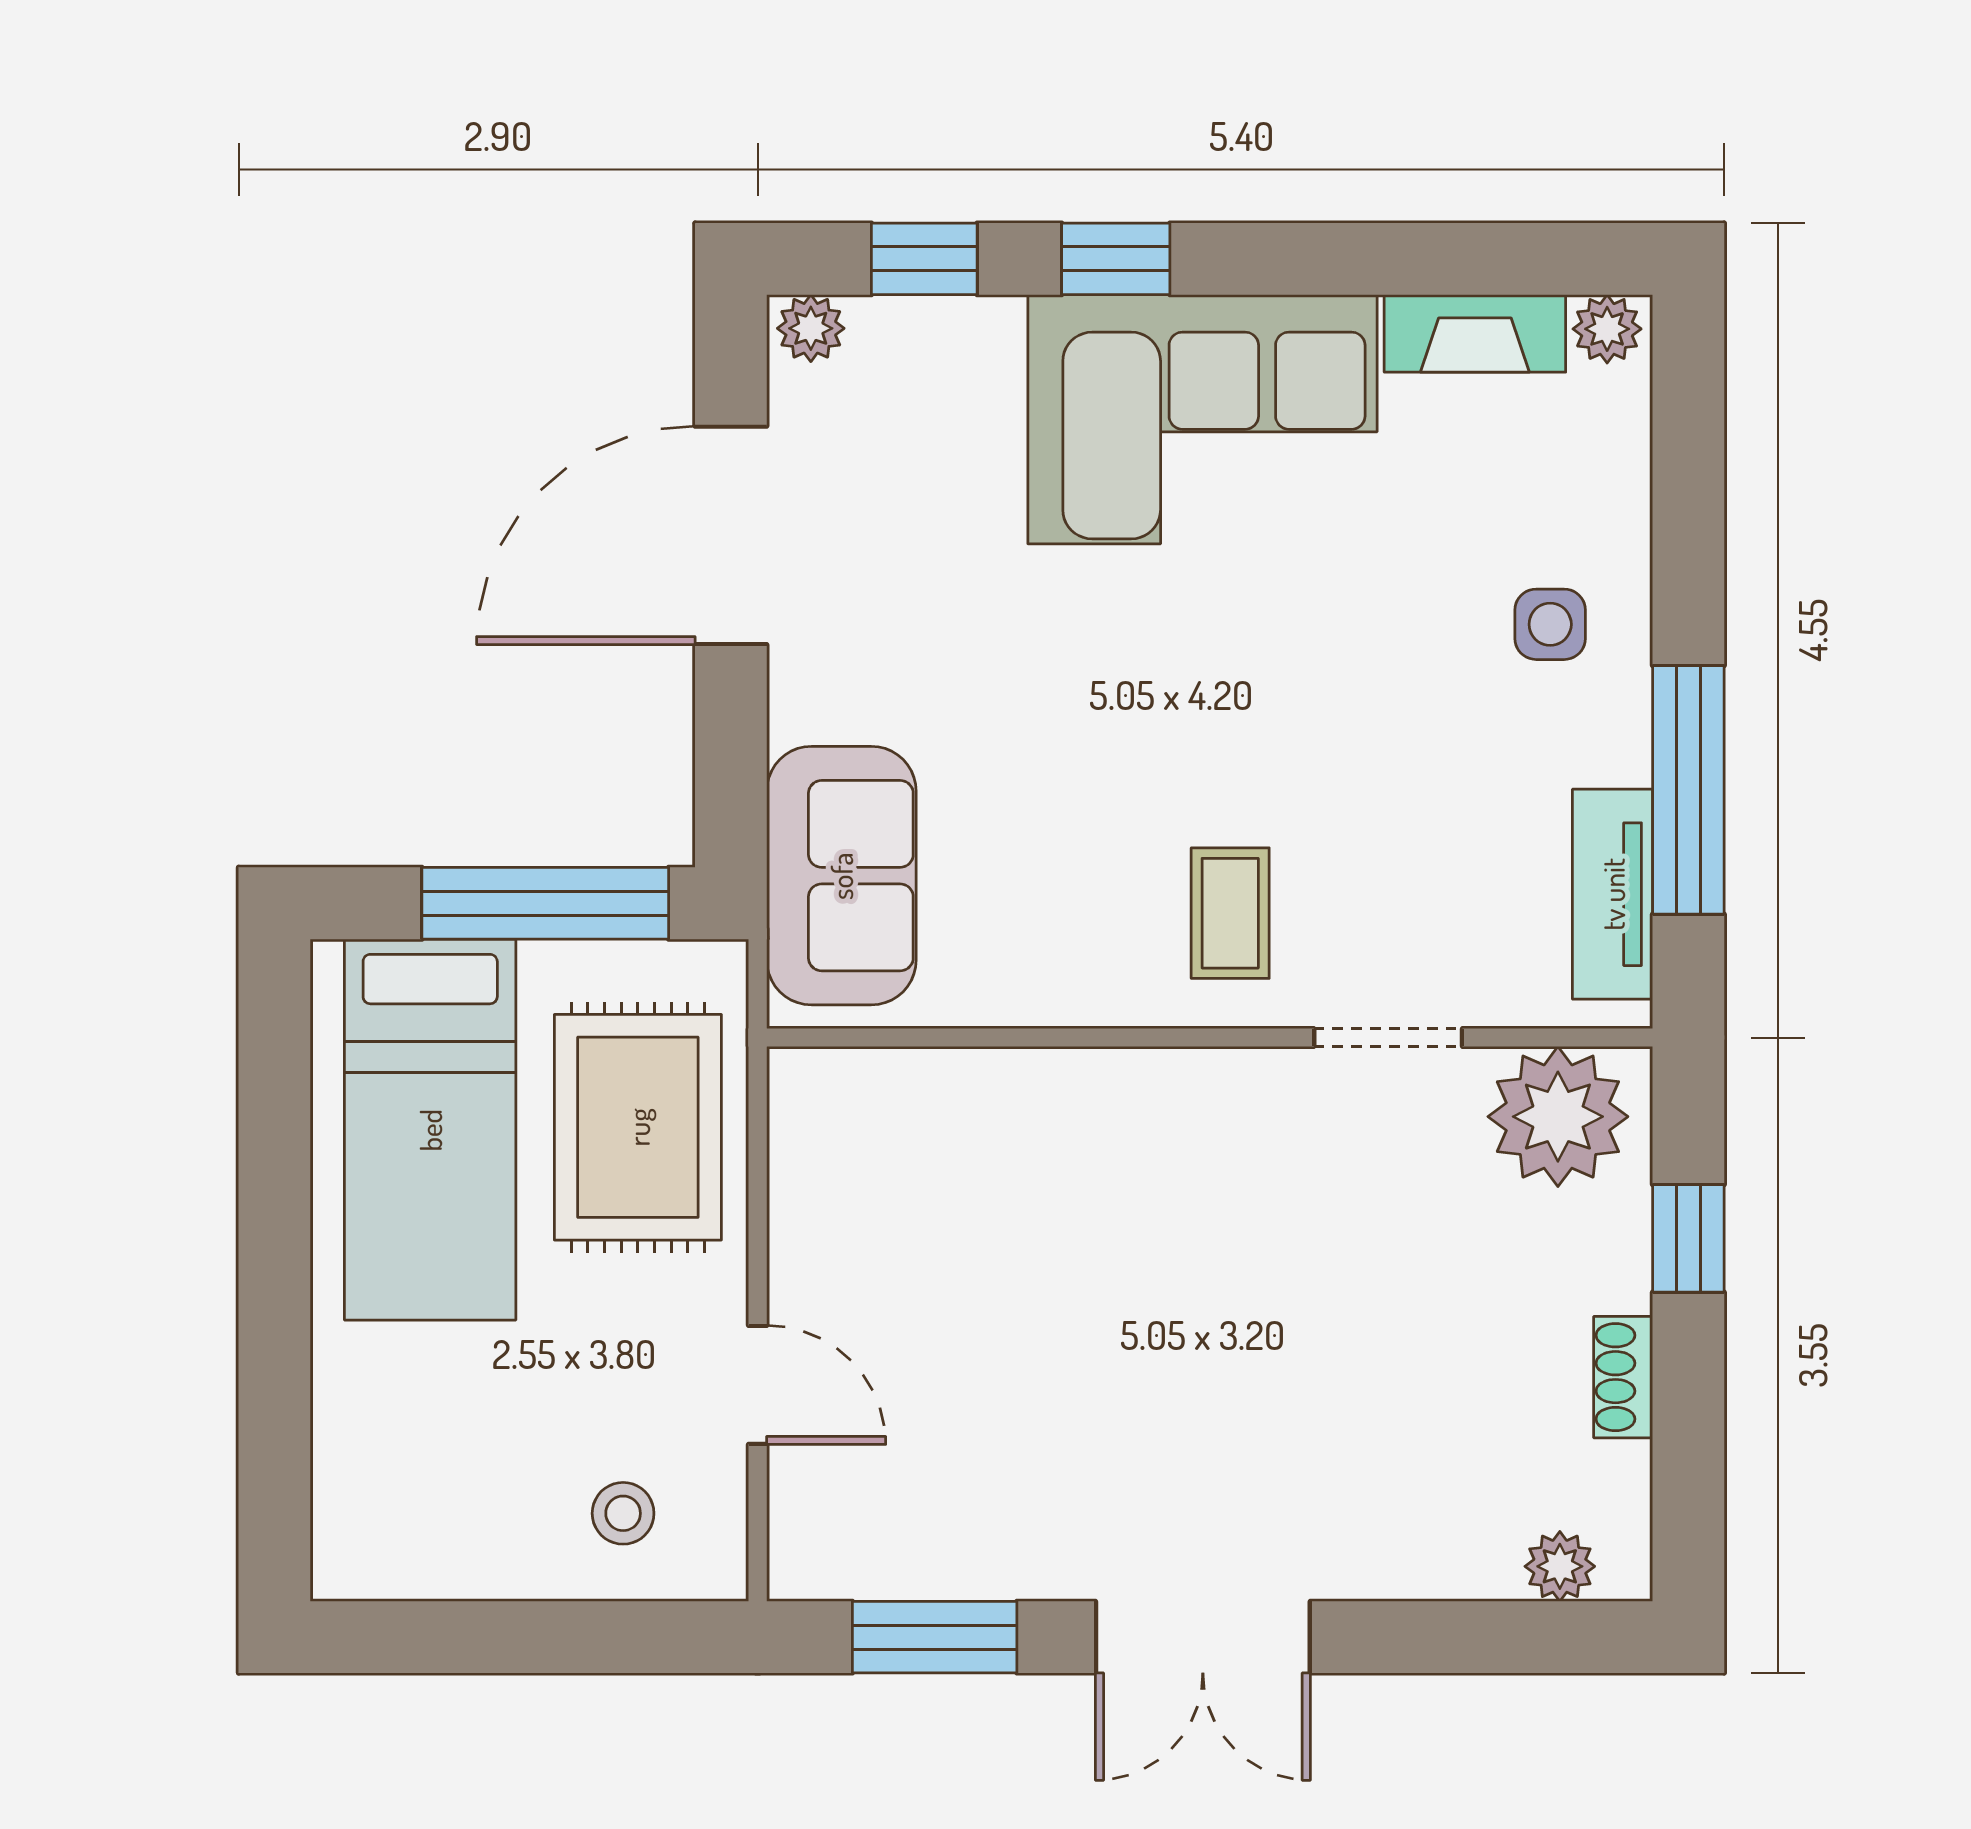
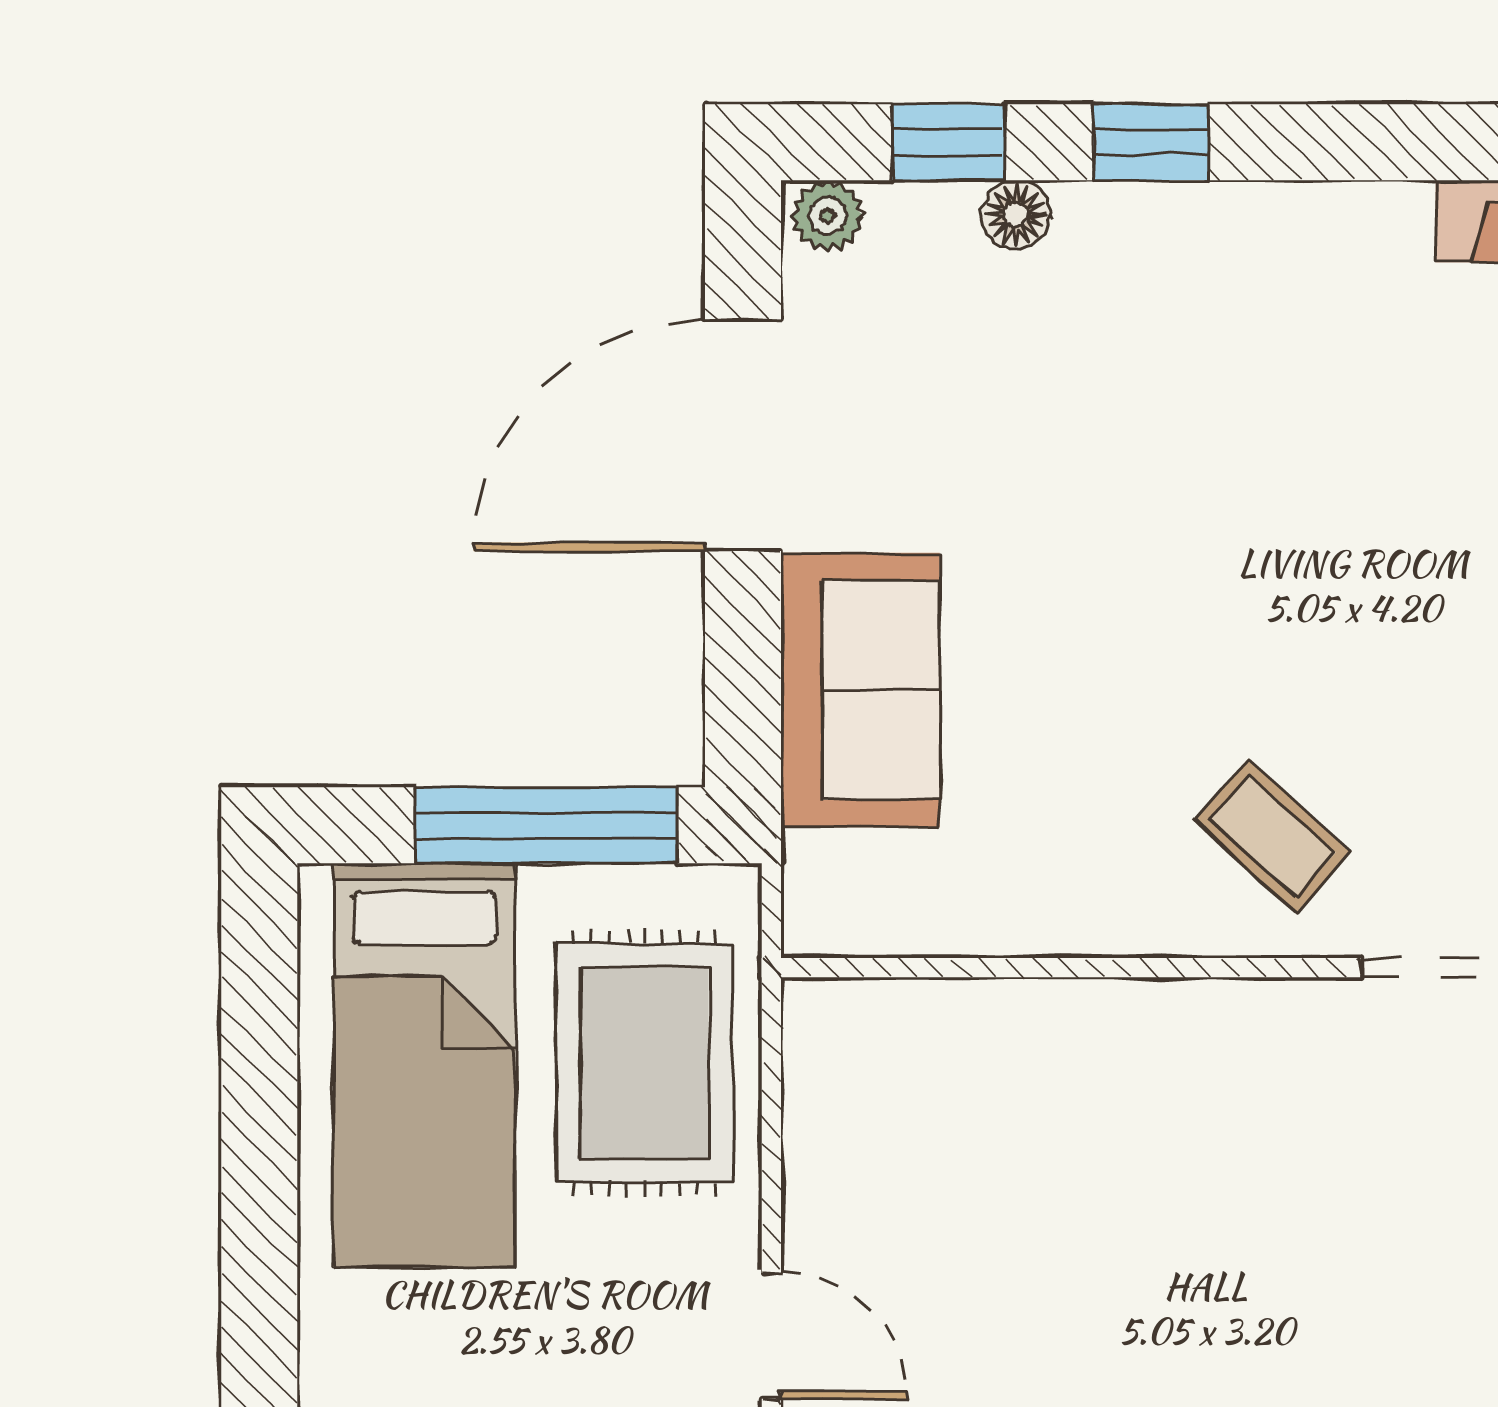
floor lamp: (988, 327) -> (1016, 214), added
corner sofa: (1202, 419) -> (1243, 312), removed
sofa: (841, 876) -> (860, 690), moved
coffee table: (1230, 913) -> (1272, 836), turned -48

